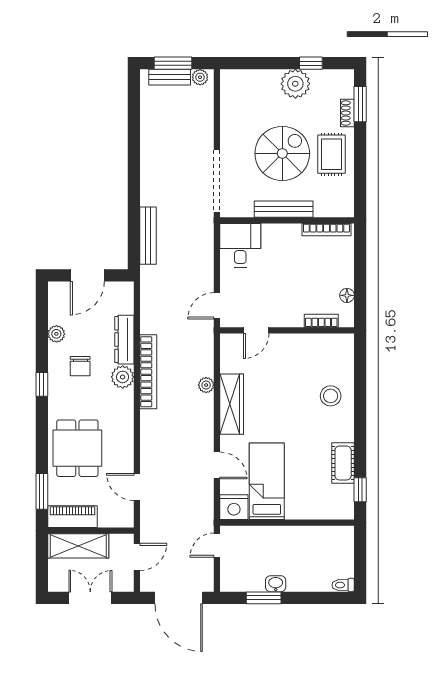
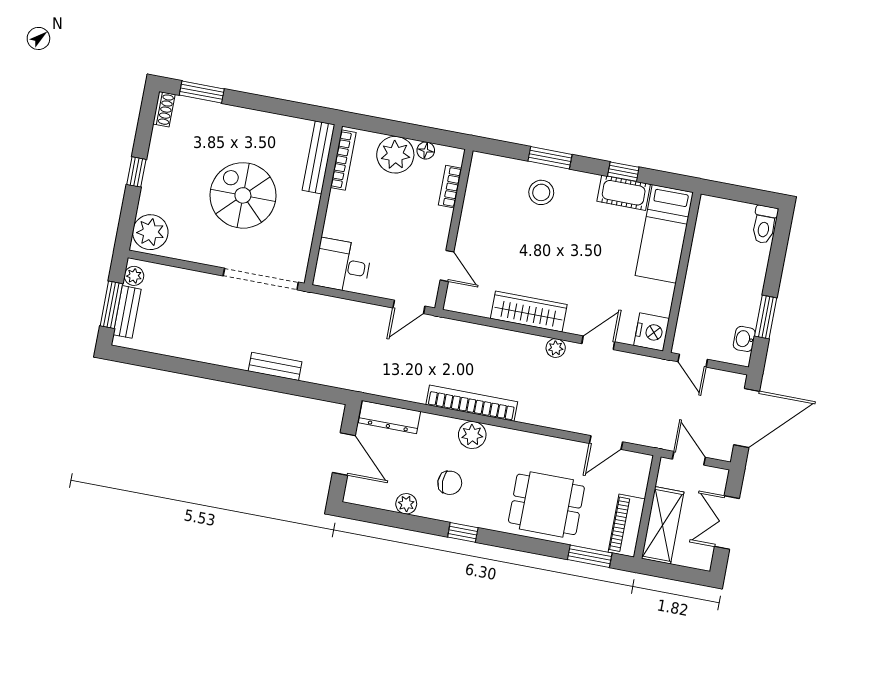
window: (311, 63) -> (136, 172), moved
plant: (295, 84) -> (150, 232), moved
shoe rack: (347, 113) -> (164, 109), moved, turned -90
rug: (332, 154) -> (255, 137), removed
bench: (284, 209) -> (318, 157), moved
bench: (148, 236) -> (275, 366), moved, width x0.73
plant: (339, 271) -> (395, 155), added
door: (217, 306) -> (409, 307), hinge flipped
dresser: (124, 340) -> (390, 417), moved
plant: (206, 385) -> (556, 348), moved
window: (360, 398) -> (550, 158), added
bed: (267, 481) -> (664, 234), moved, turned -90
window: (360, 490) -> (623, 172), moved
washbasin: (276, 584) -> (744, 339), moved
toilet: (343, 585) -> (764, 224), width x1.37, depth x1.39

